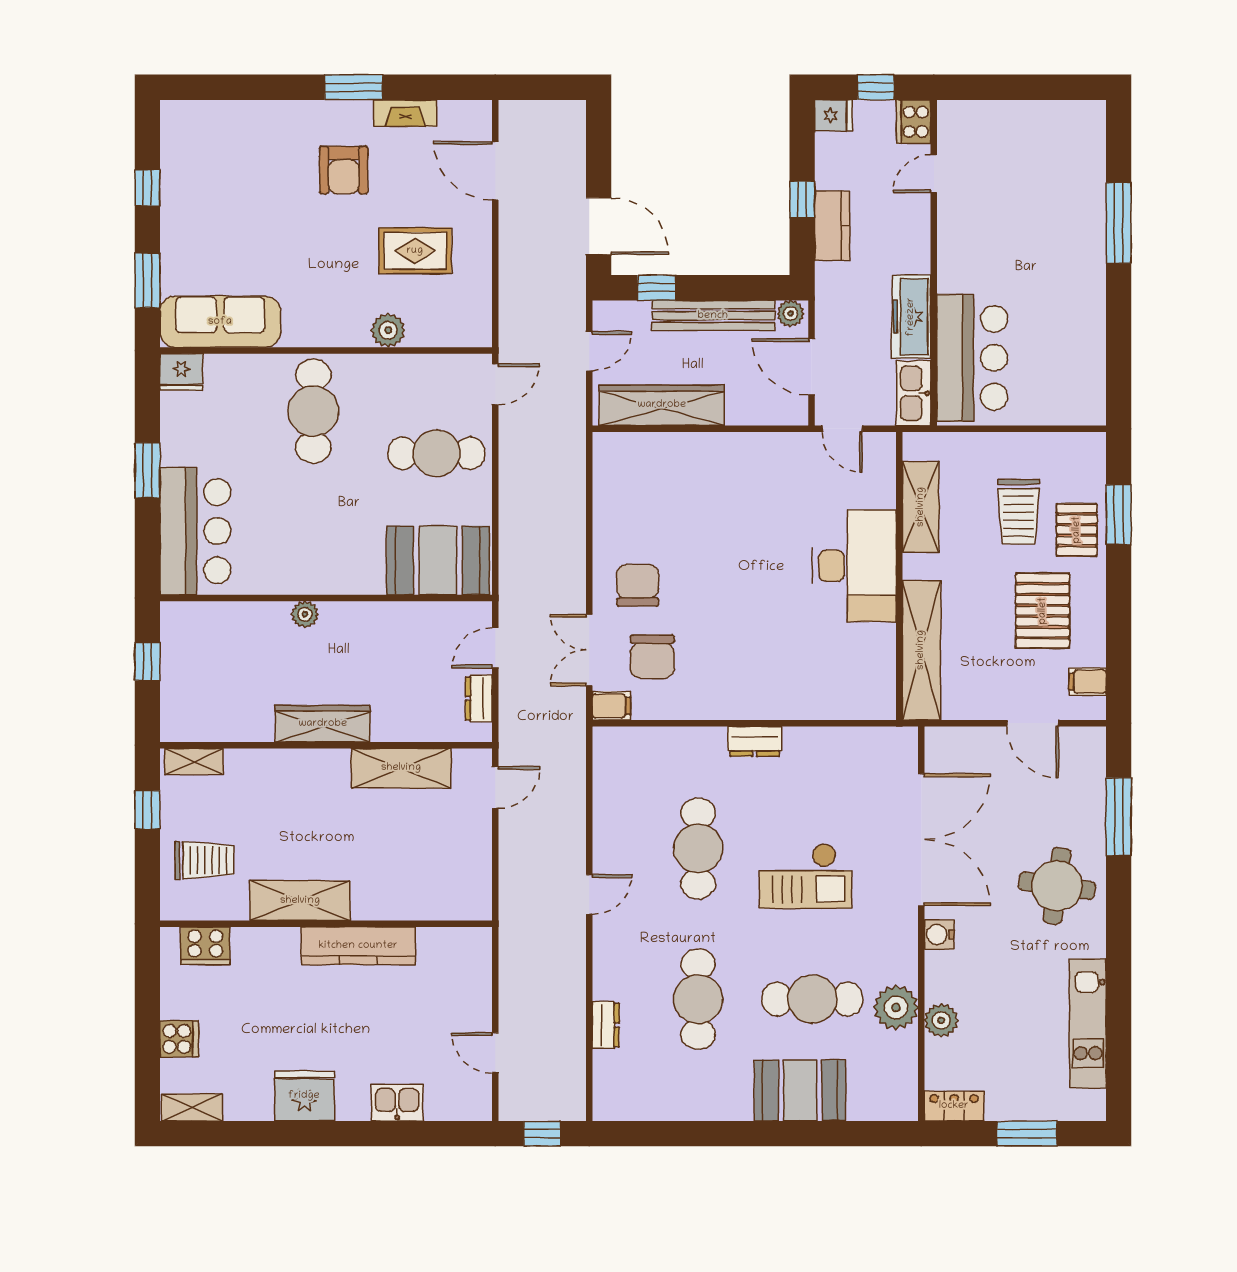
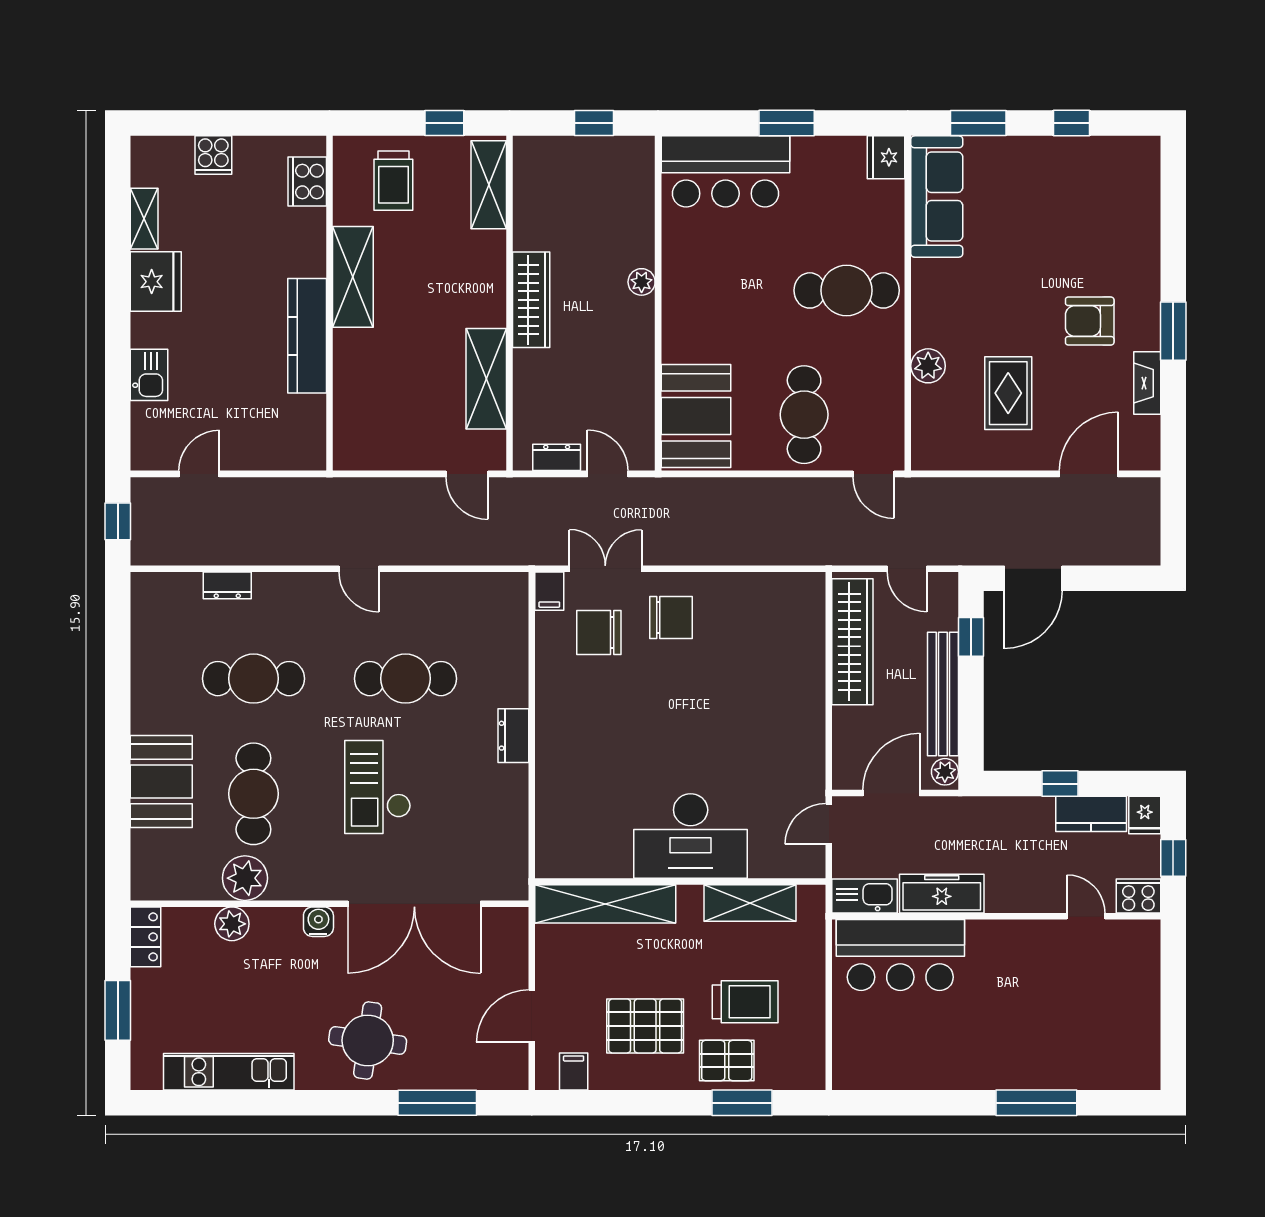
kitchen counter: (832, 226) -> (1091, 814), moved
trolley: (1019, 512) -> (745, 1002), turned 180
shelving: (194, 761) -> (489, 185), width x1.50, depth x1.33
shelving: (192, 1107) -> (144, 219), moved

